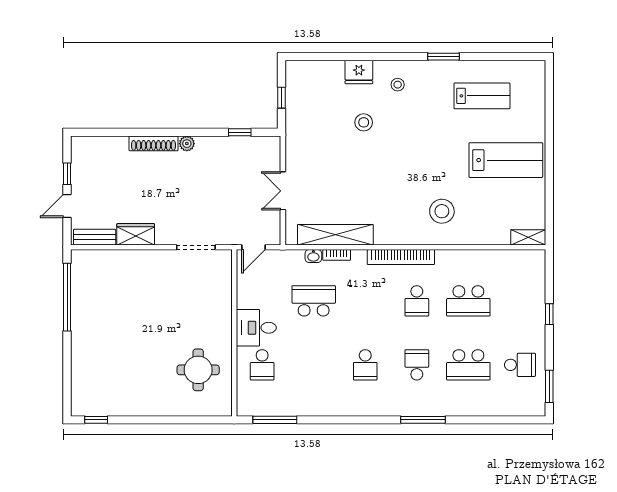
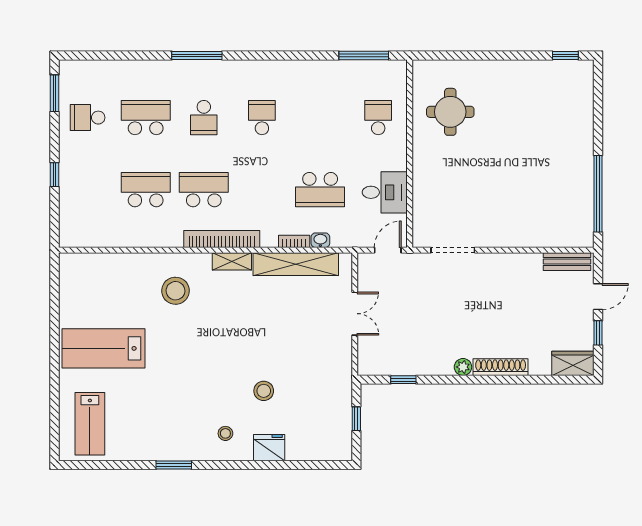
lab bench: (482, 96) -> (90, 424), moved, turned -90
wardrobe: (136, 234) -> (573, 363), moved, turned 180
shelving: (528, 237) -> (232, 261), moved
school desk: (417, 301) -> (204, 190), width x1.85
desk: (256, 328) -> (385, 192), moved

